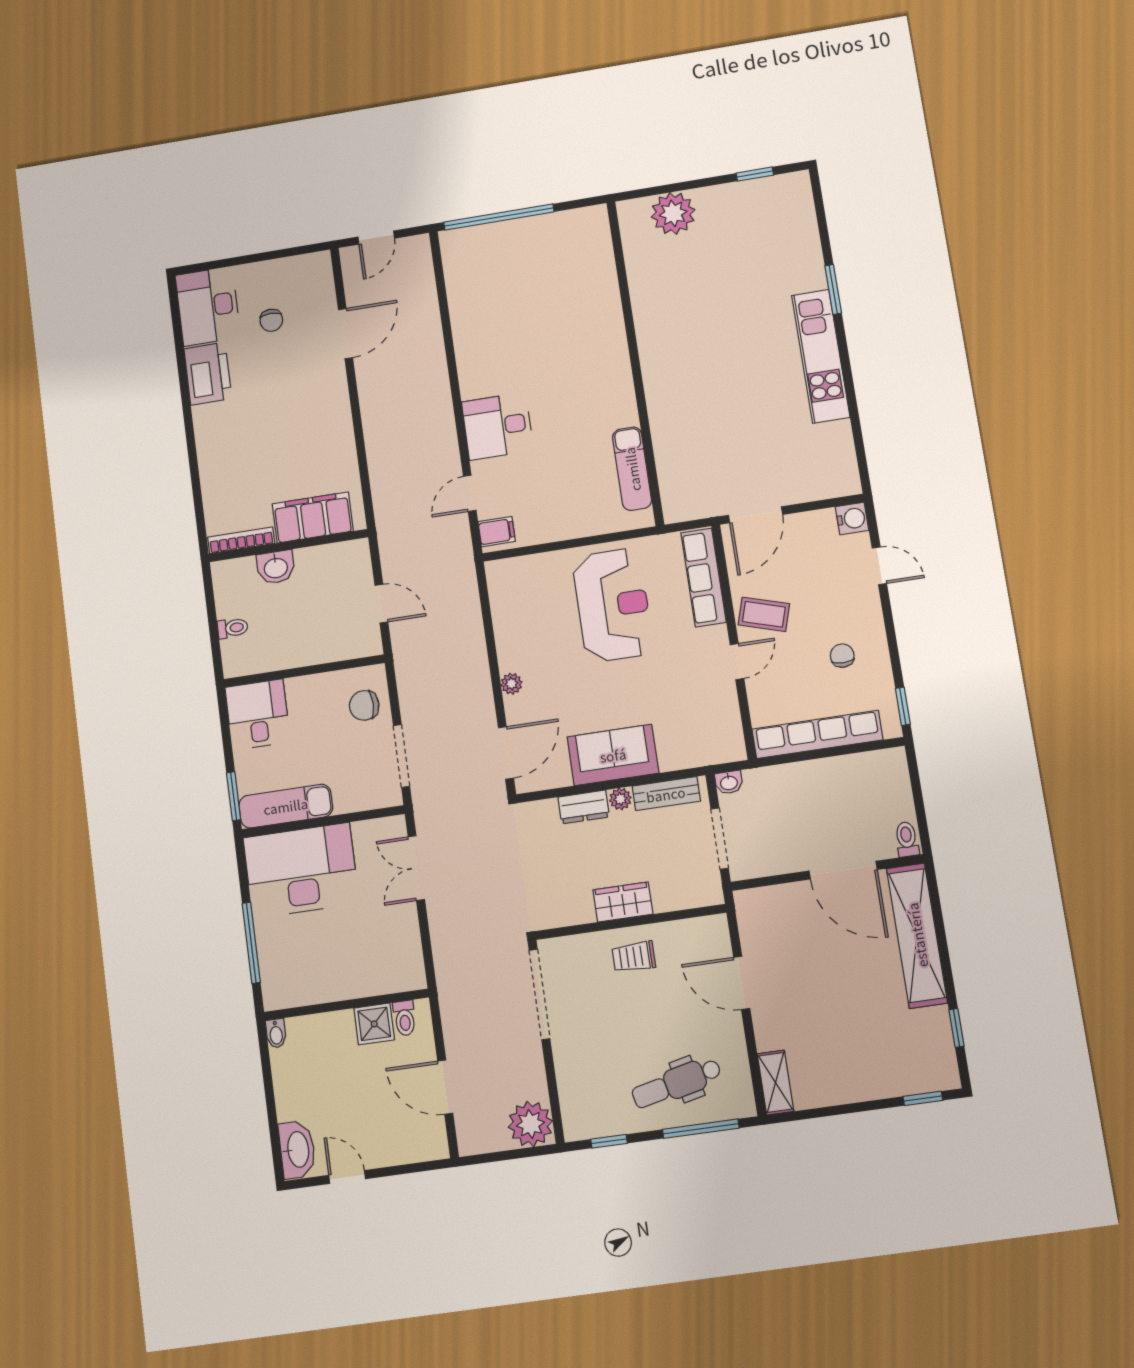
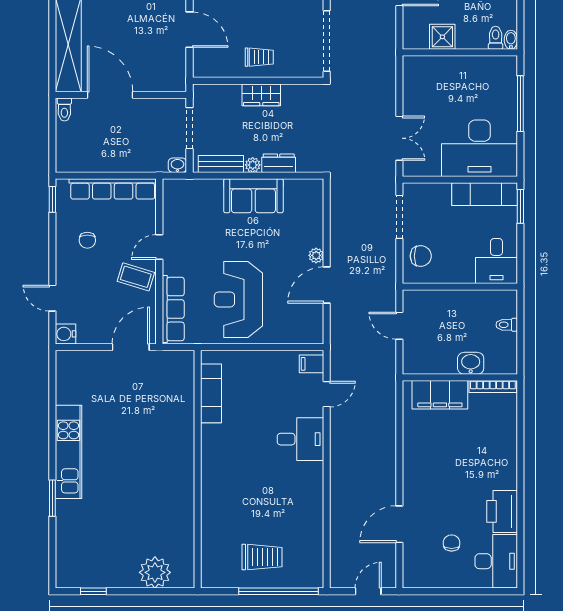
trolley: (528, 259) -> (262, 557), added
door: (506, 753) -> (327, 285), moved
toilet: (405, 1018) -> (496, 38), moved

